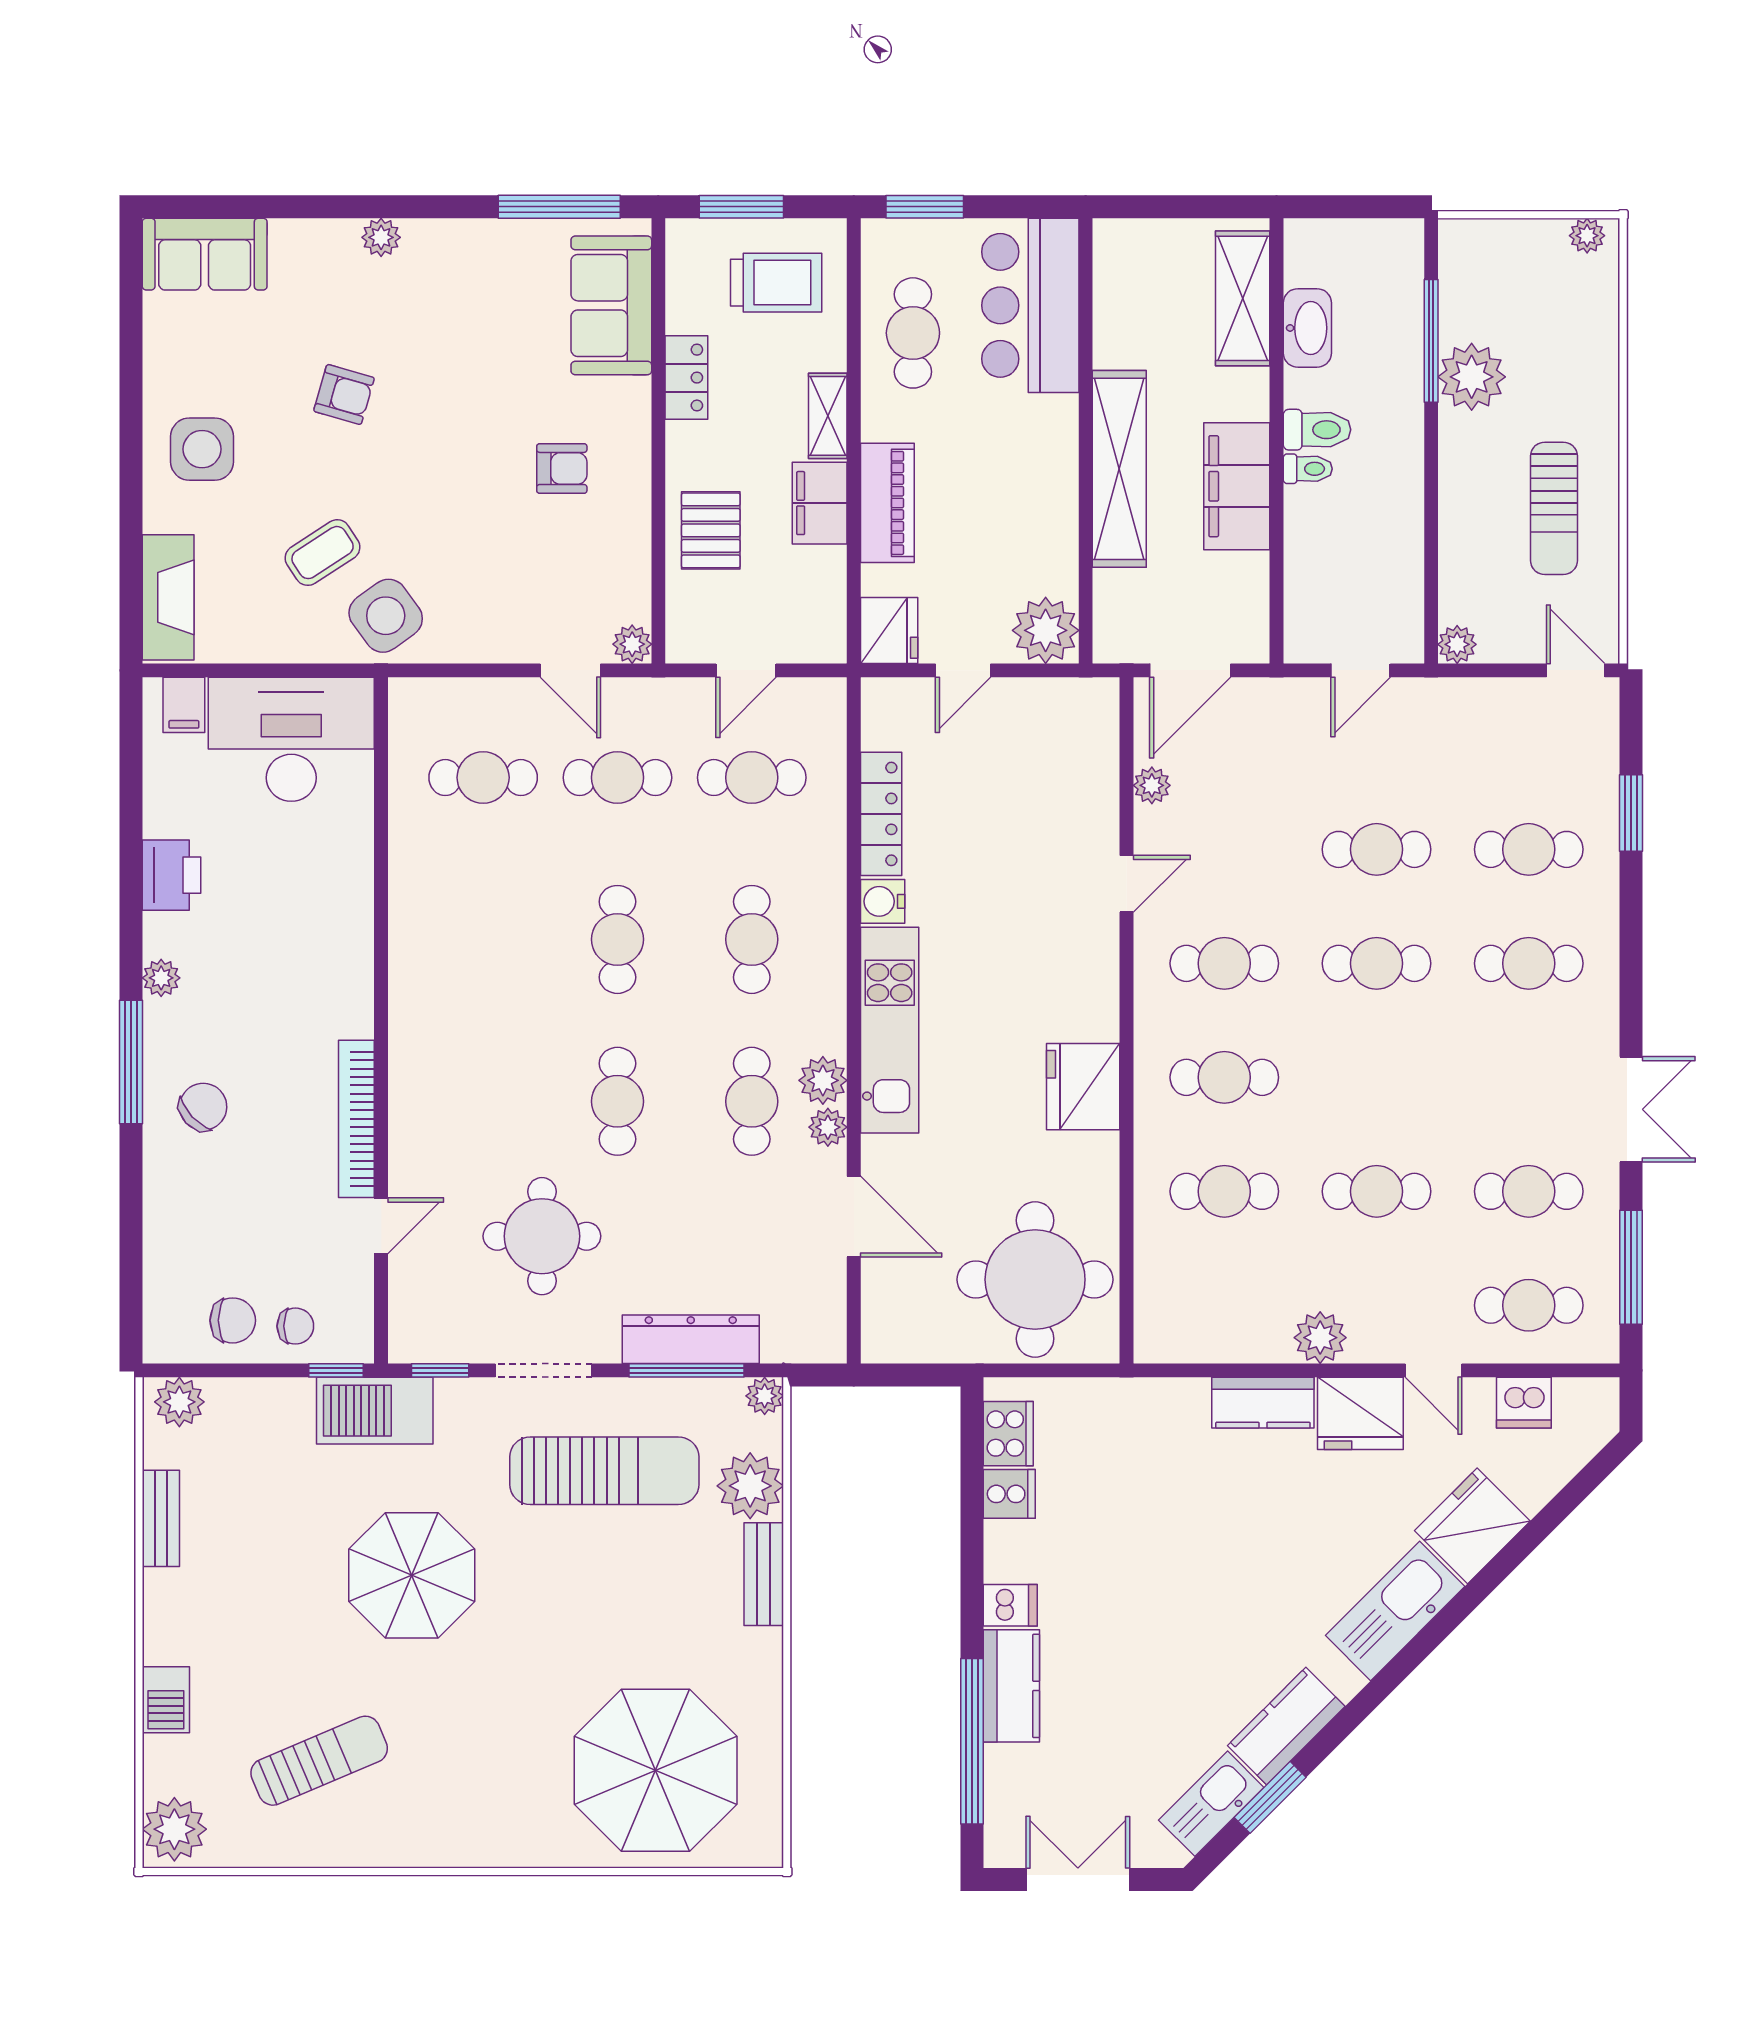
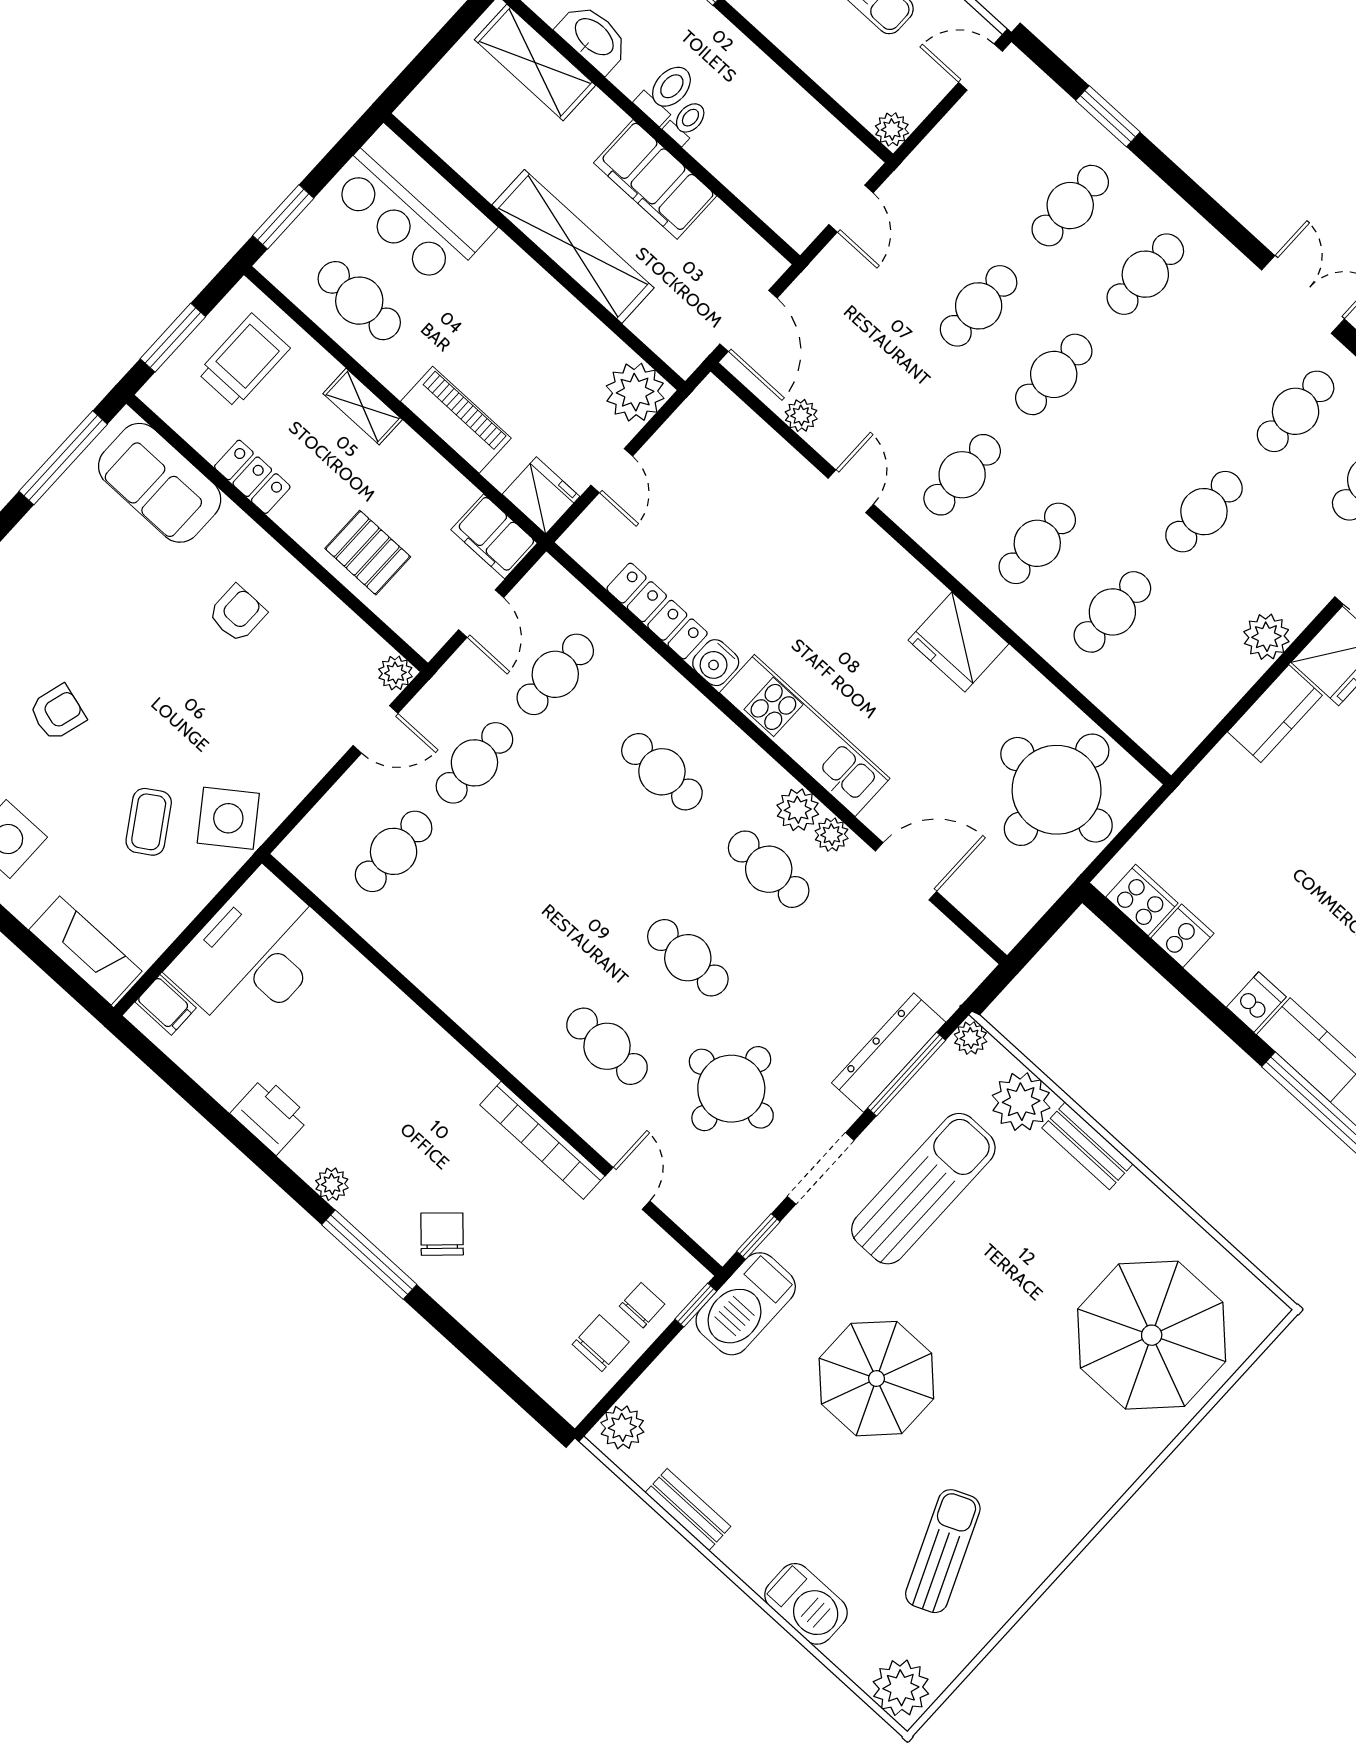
filing cabinet: (820, 503) -> (494, 536), moved
cafe table: (617, 939) -> (607, 1046), moved
barbecue: (166, 1700) -> (806, 1604), width x1.38, depth x1.27

